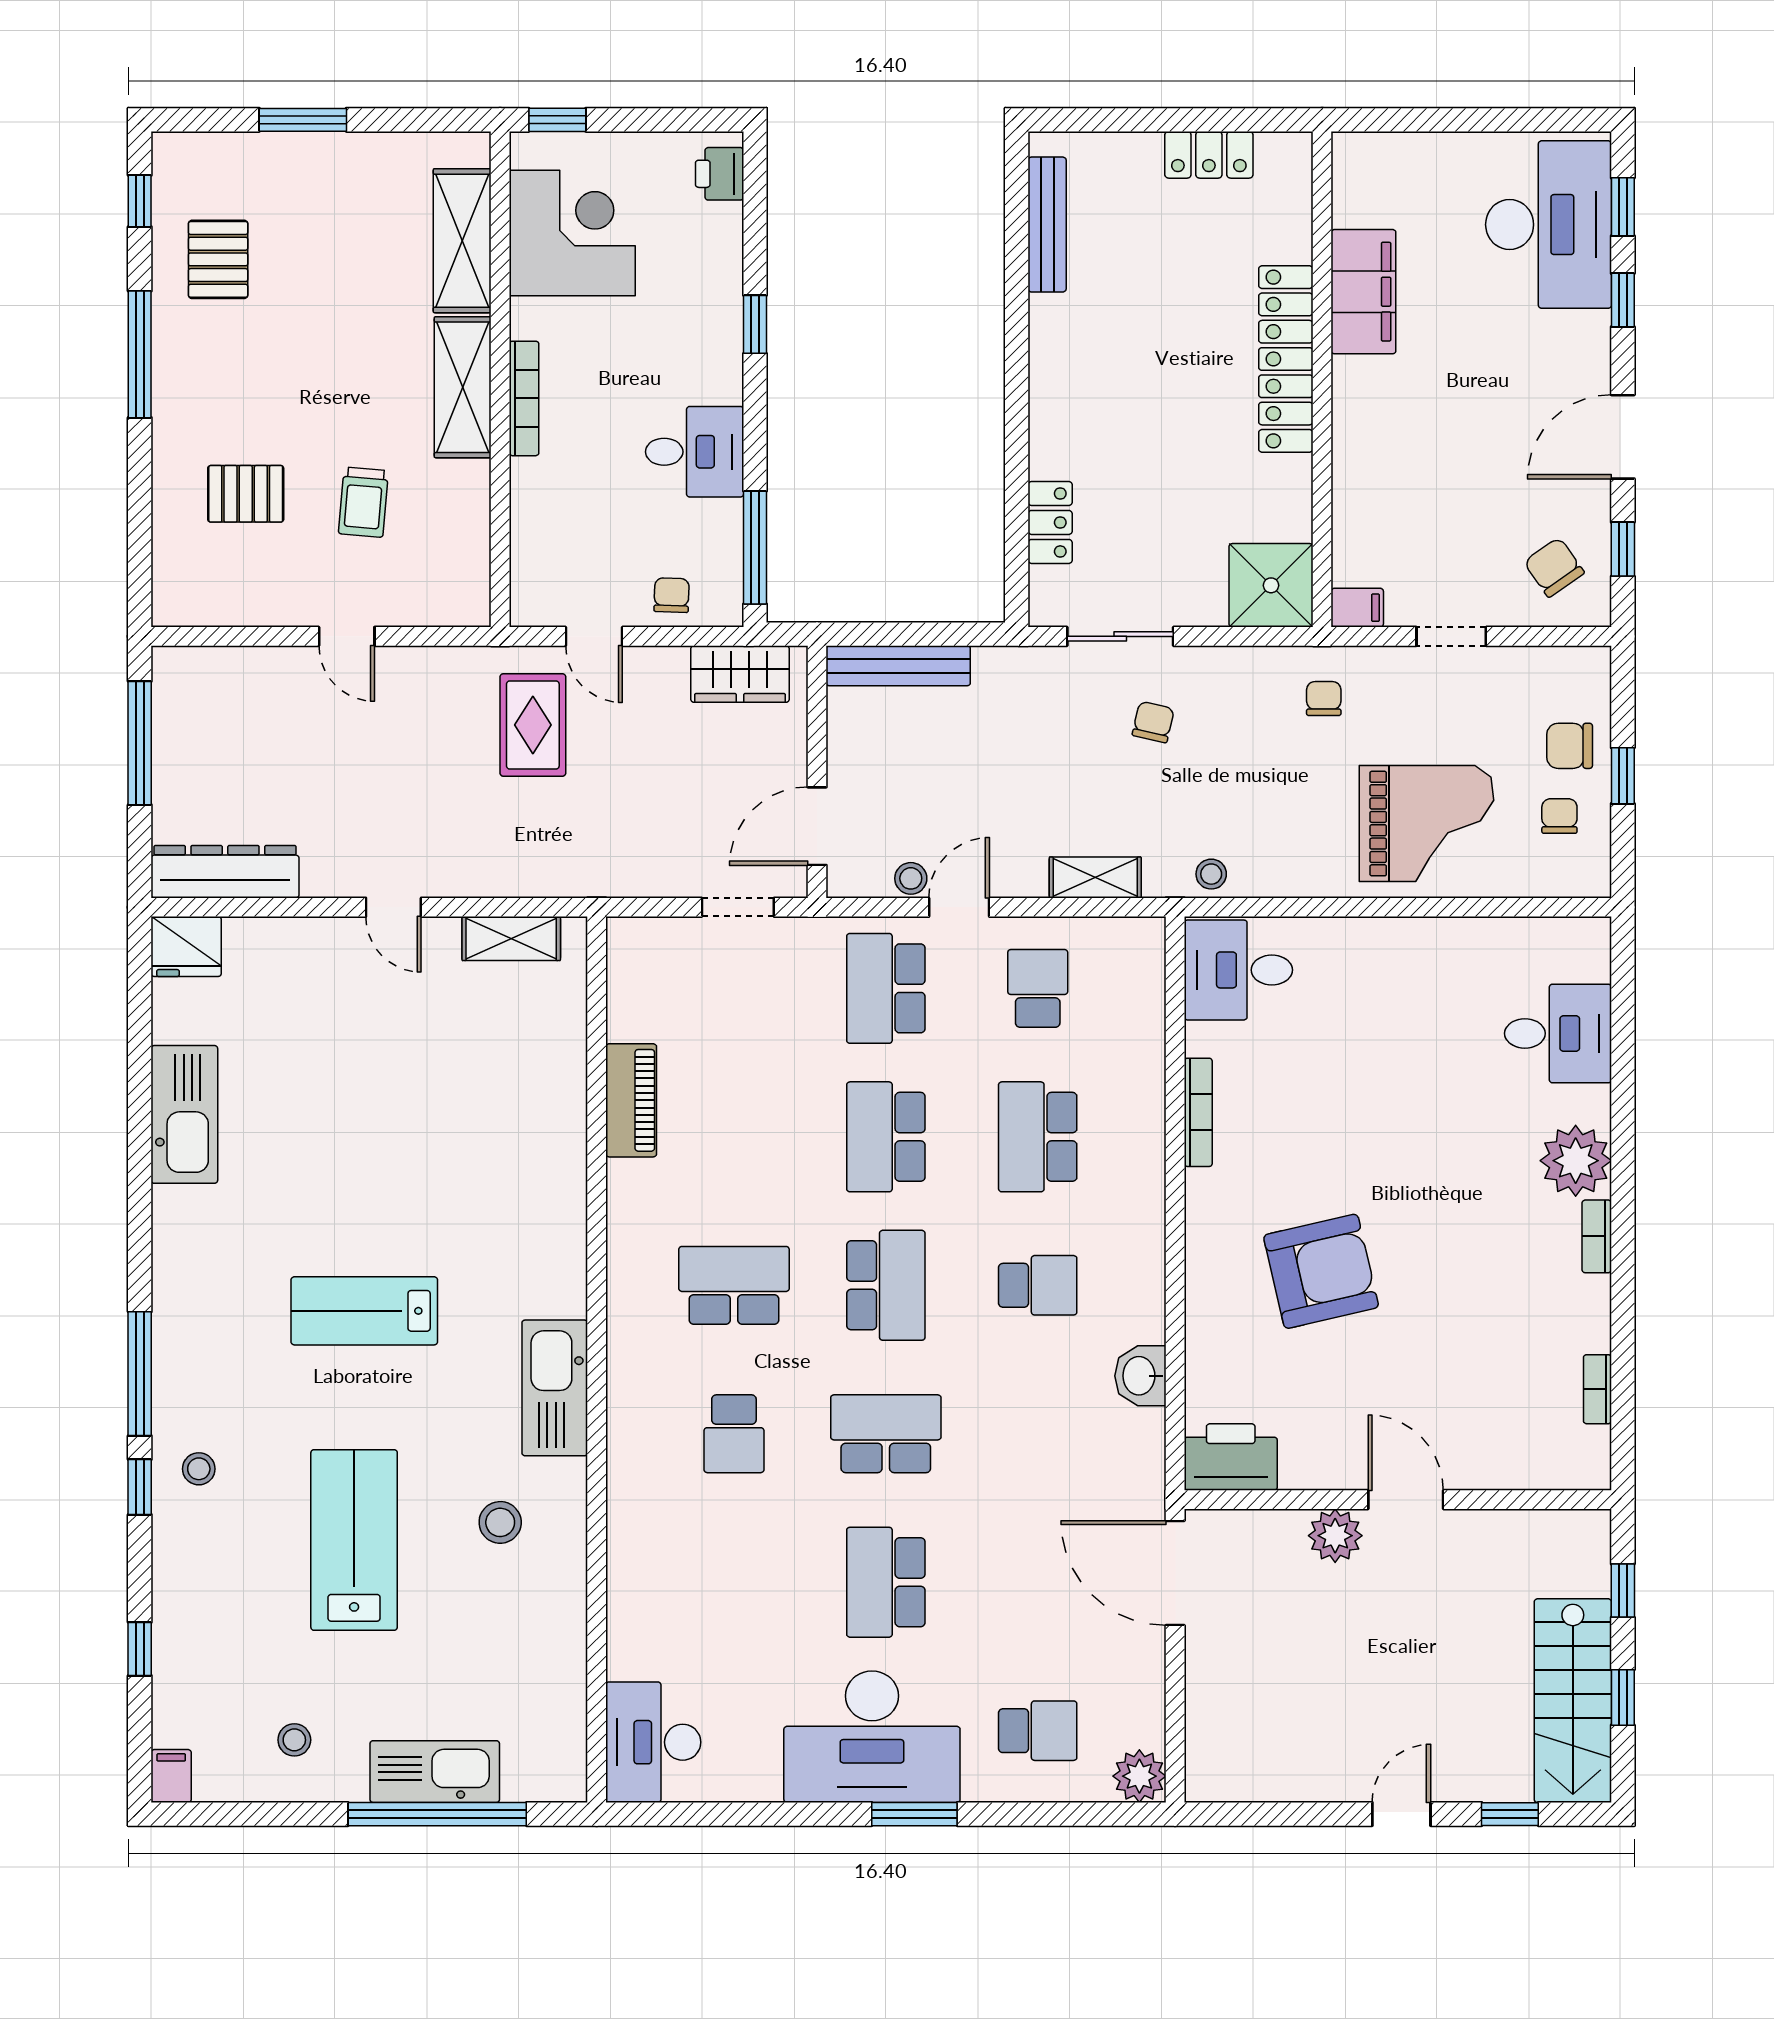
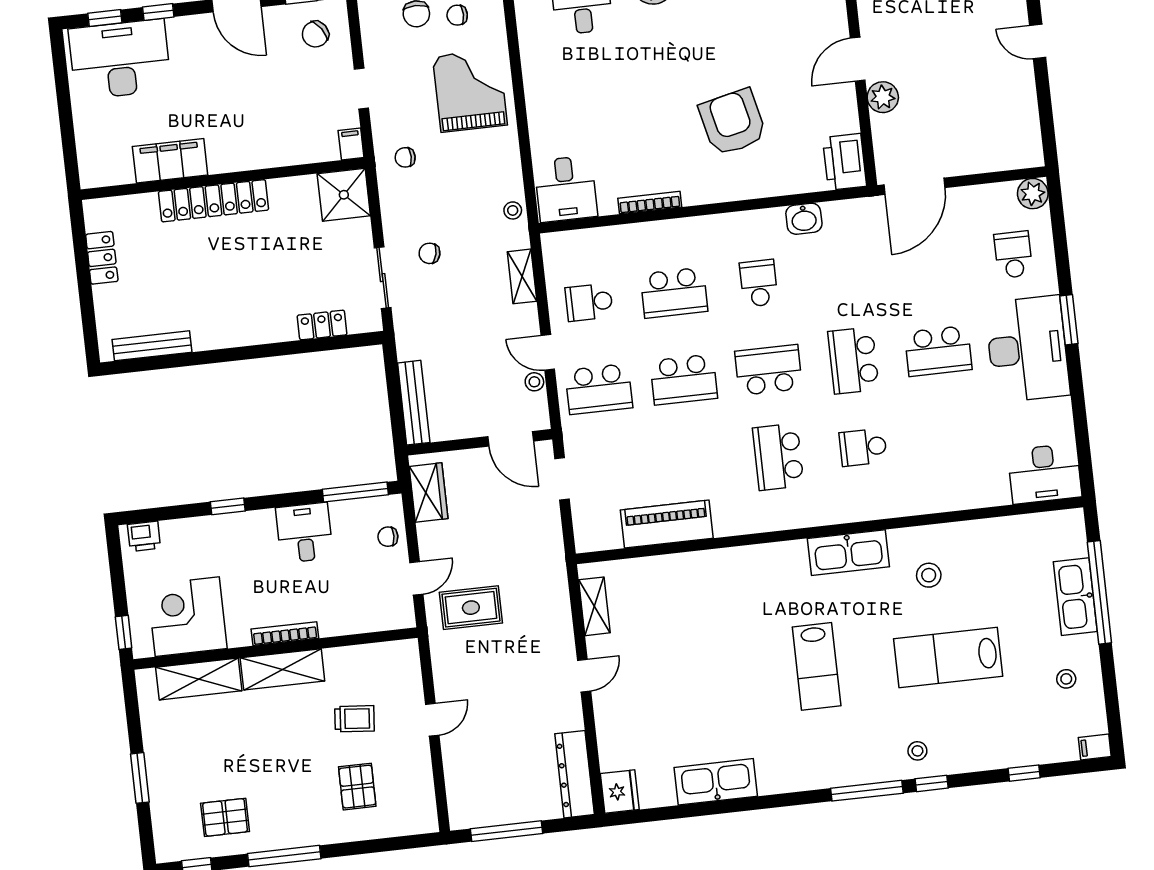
piano: (631, 1100) -> (667, 524), width x1.37, depth x1.33
school desk: (734, 1434) -> (863, 447), turned 180

